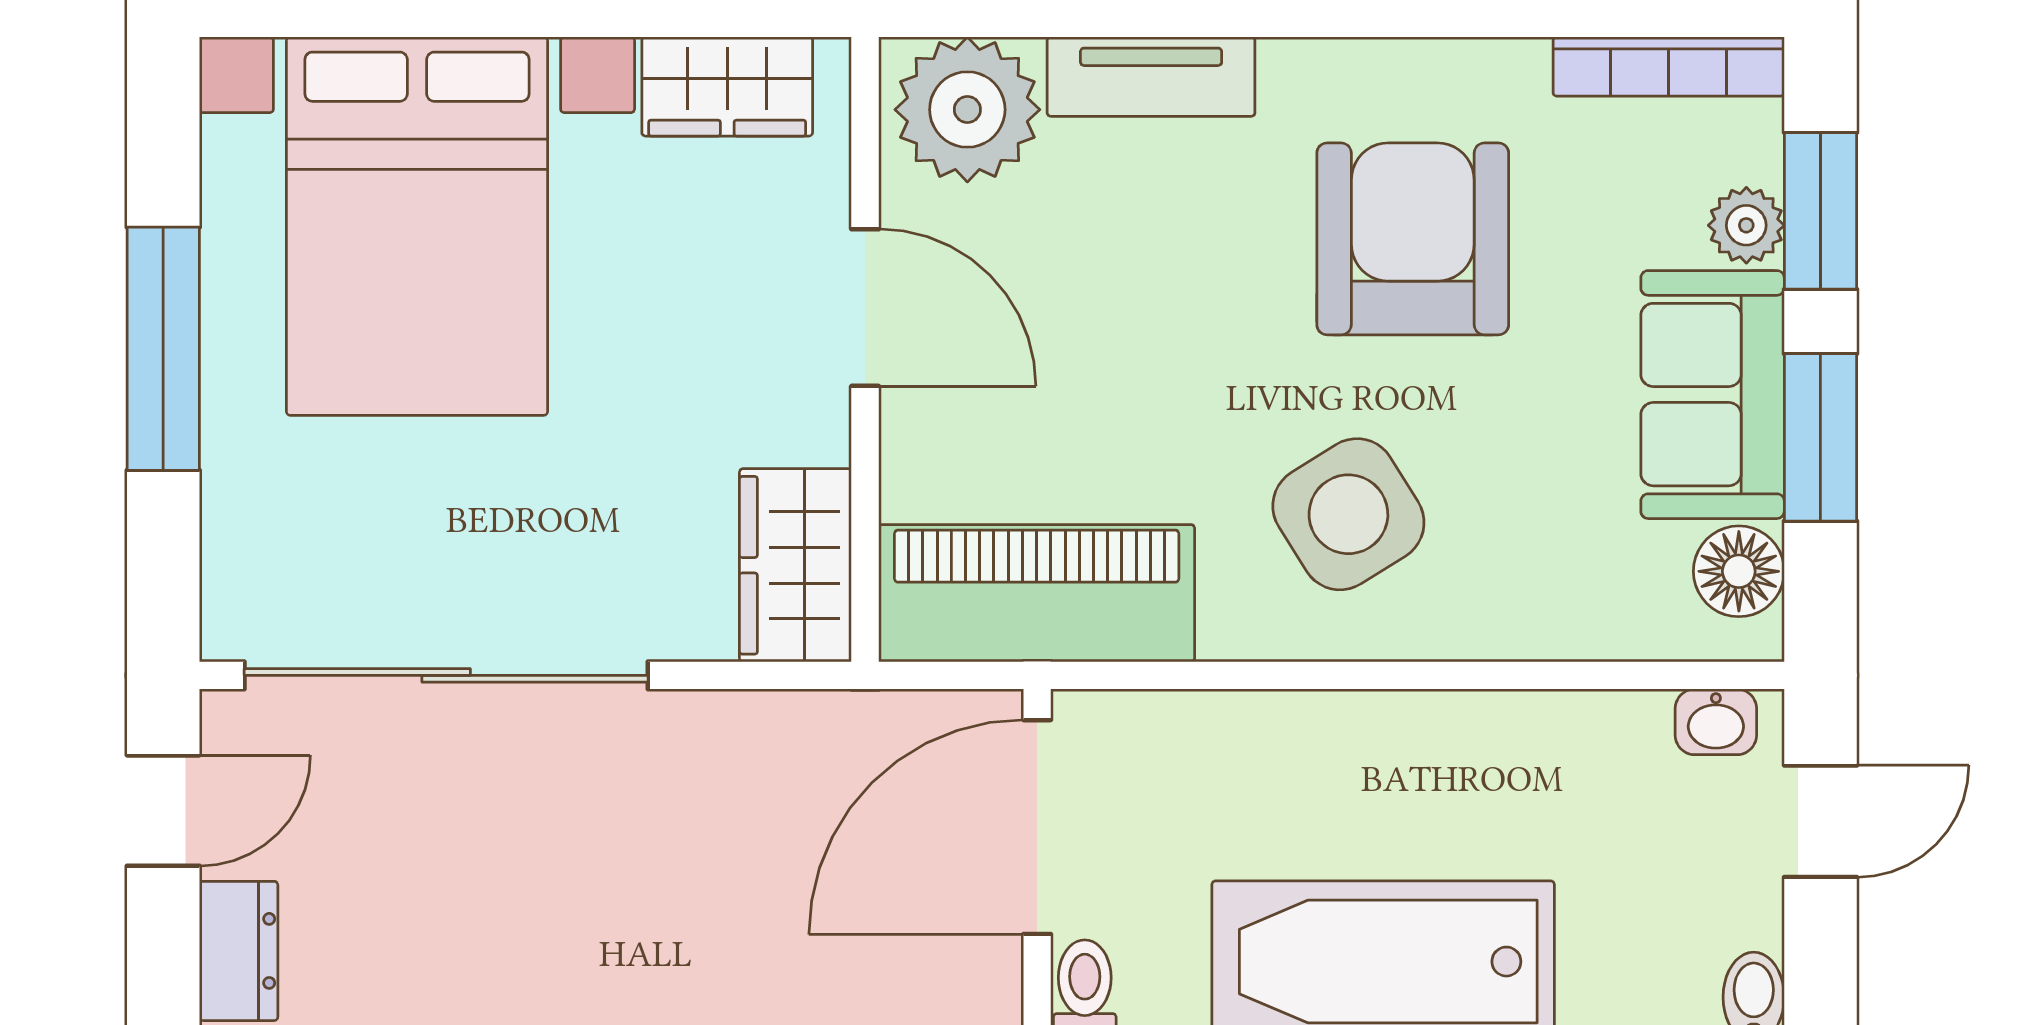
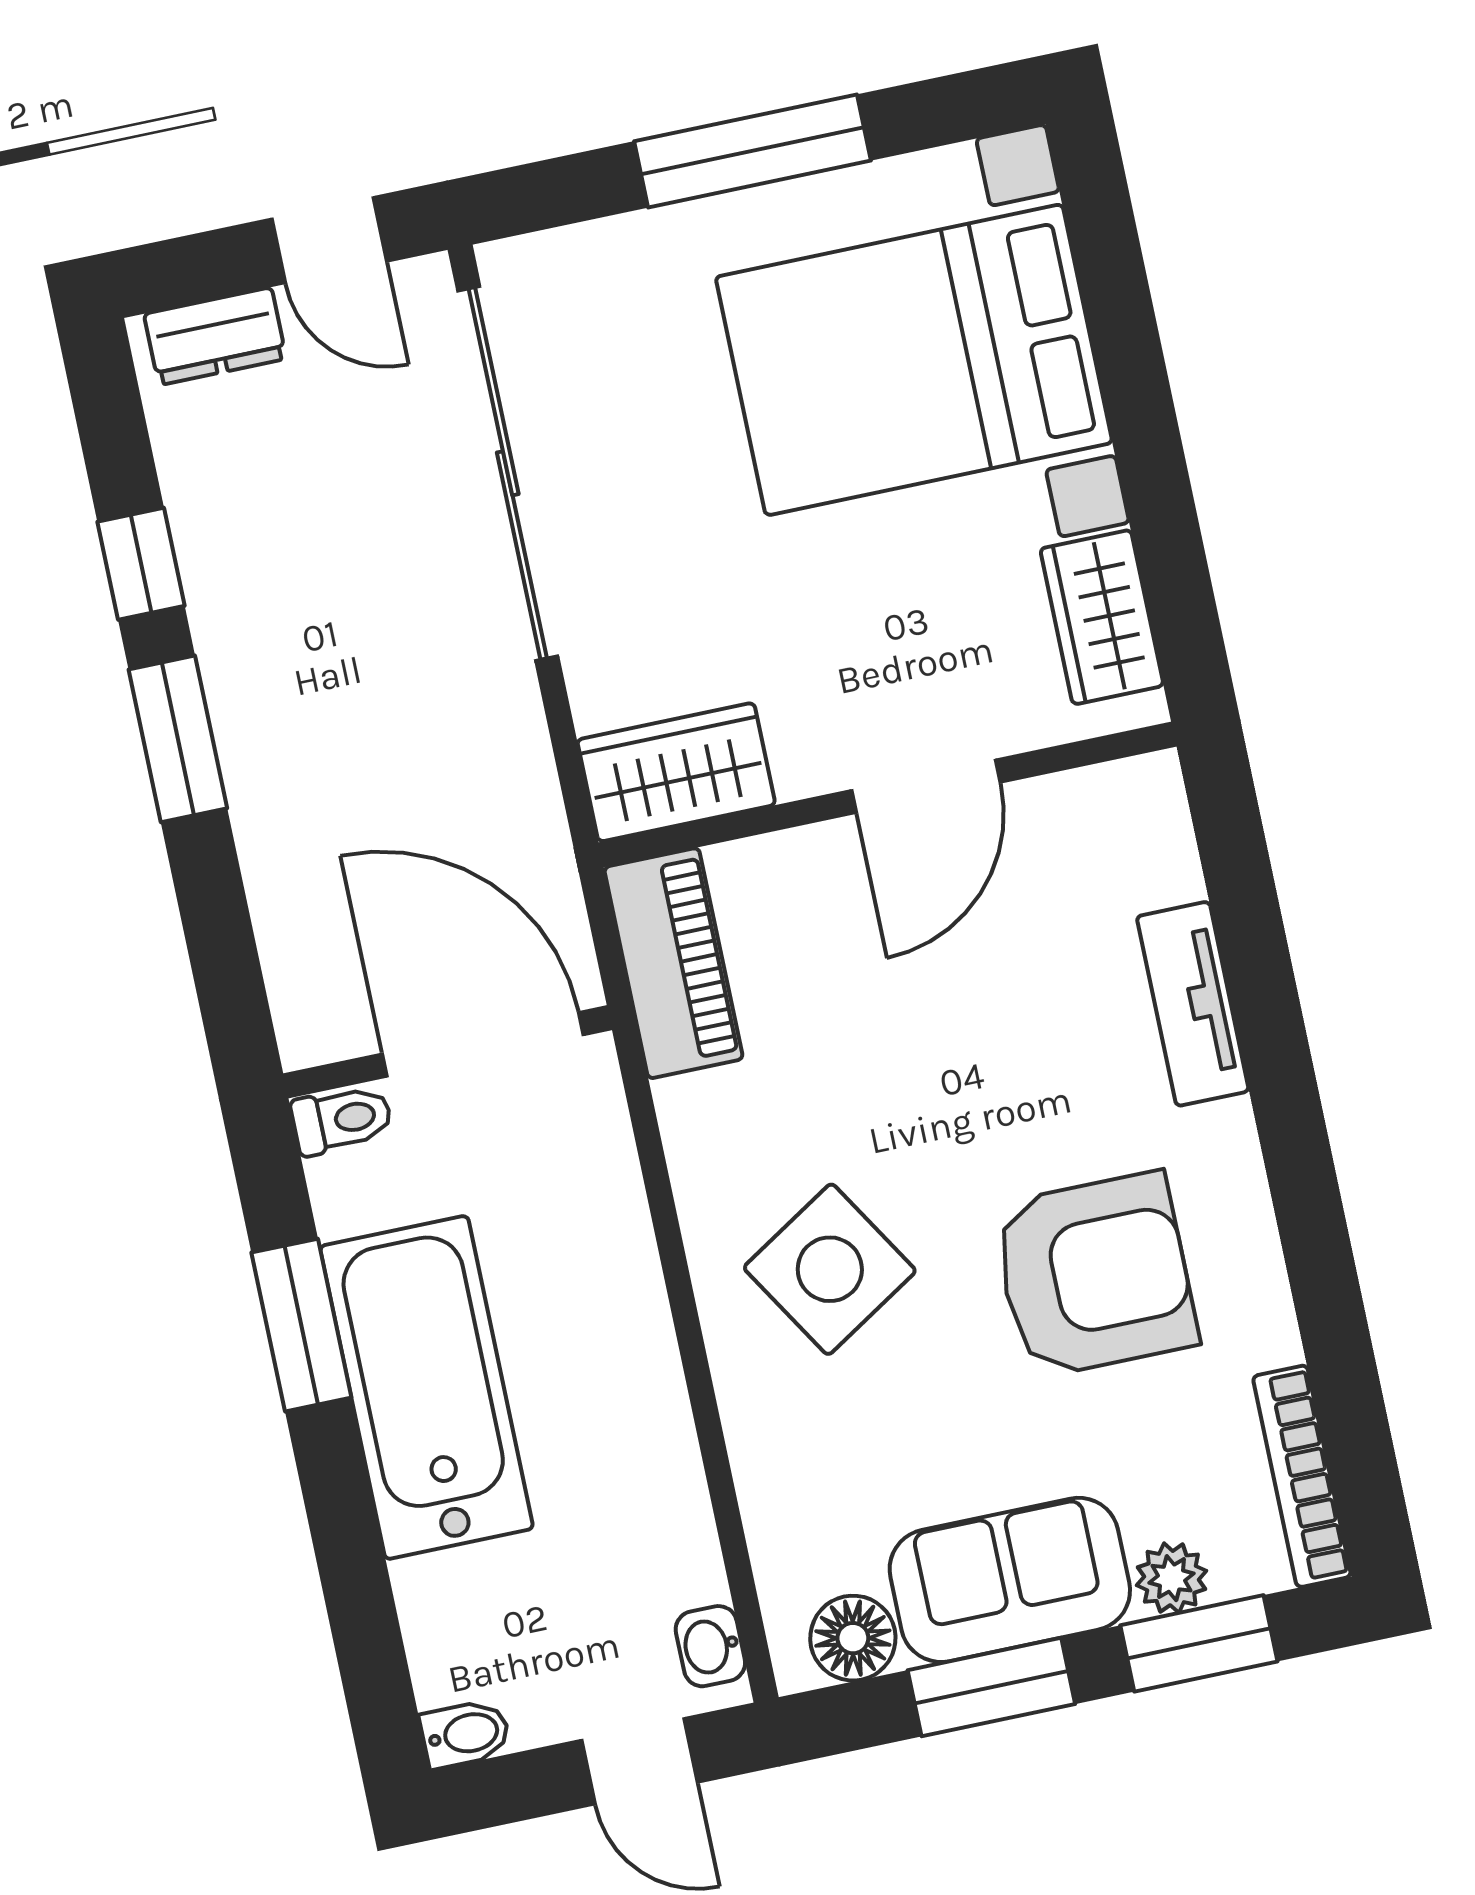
plant: (967, 110) -> (1127, 842), removed
piano: (1037, 593) -> (673, 963), width x0.73, depth x0.75

